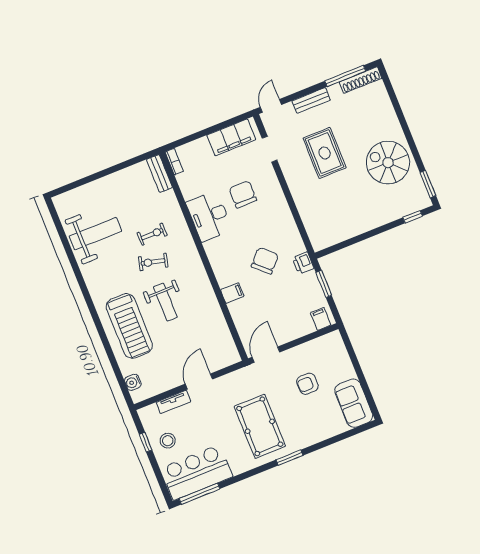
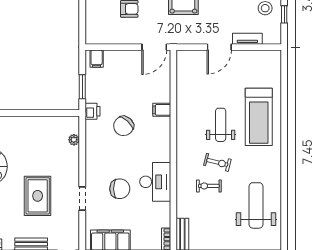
doorway: (270, 149) -> (82, 198), moved
chair: (243, 194) -> (120, 189), turned -90
plant: (310, 226) -> (74, 140), added
weight bench: (95, 234) -> (256, 205), turned 90
treadmill: (129, 326) -> (259, 117), turned 180
water cooler: (133, 382) -> (275, 69), removed

